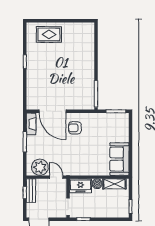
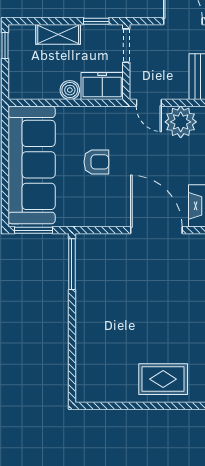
armchair: (75, 128) -> (96, 162), moved
sofa: (119, 159) -> (32, 165), width x1.85, depth x1.27
shelving: (114, 184) -> (58, 34), moved

